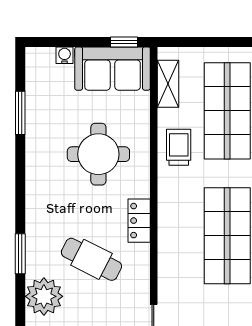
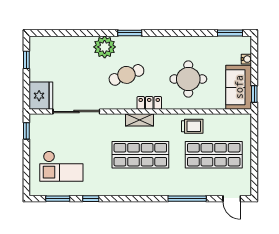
shelving: (168, 84) -> (139, 120), moved
window: (20, 113) -> (230, 33), moved
cafe table: (91, 259) -> (126, 75), turned 42

